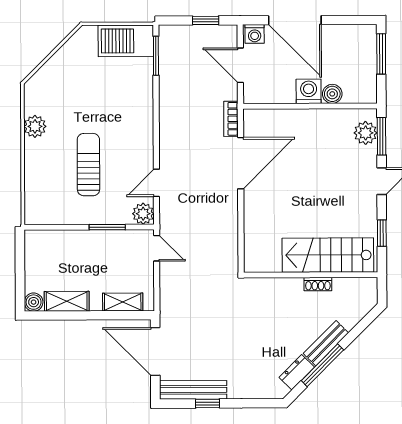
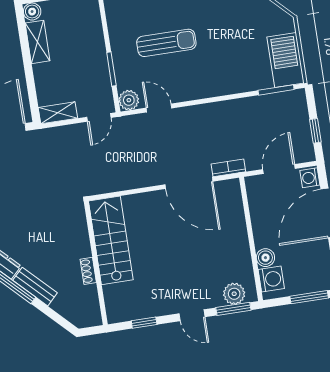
washing machine: (309, 91) -> (271, 279), moved
stairs: (328, 255) -> (111, 240), moved
shelving: (123, 302) -> (58, 113), moved, turned 90

